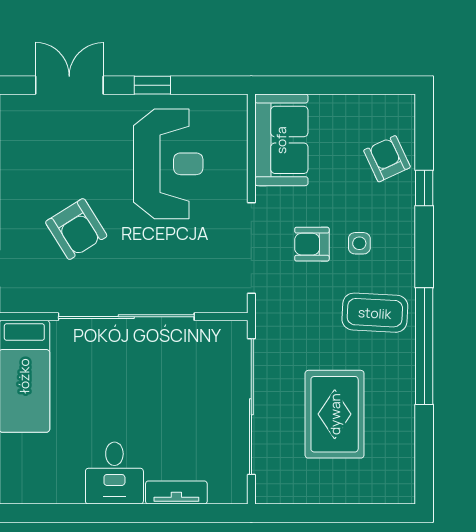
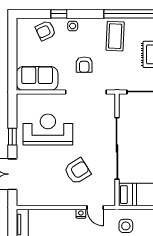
side table: (359, 243) -> (73, 26), moved

